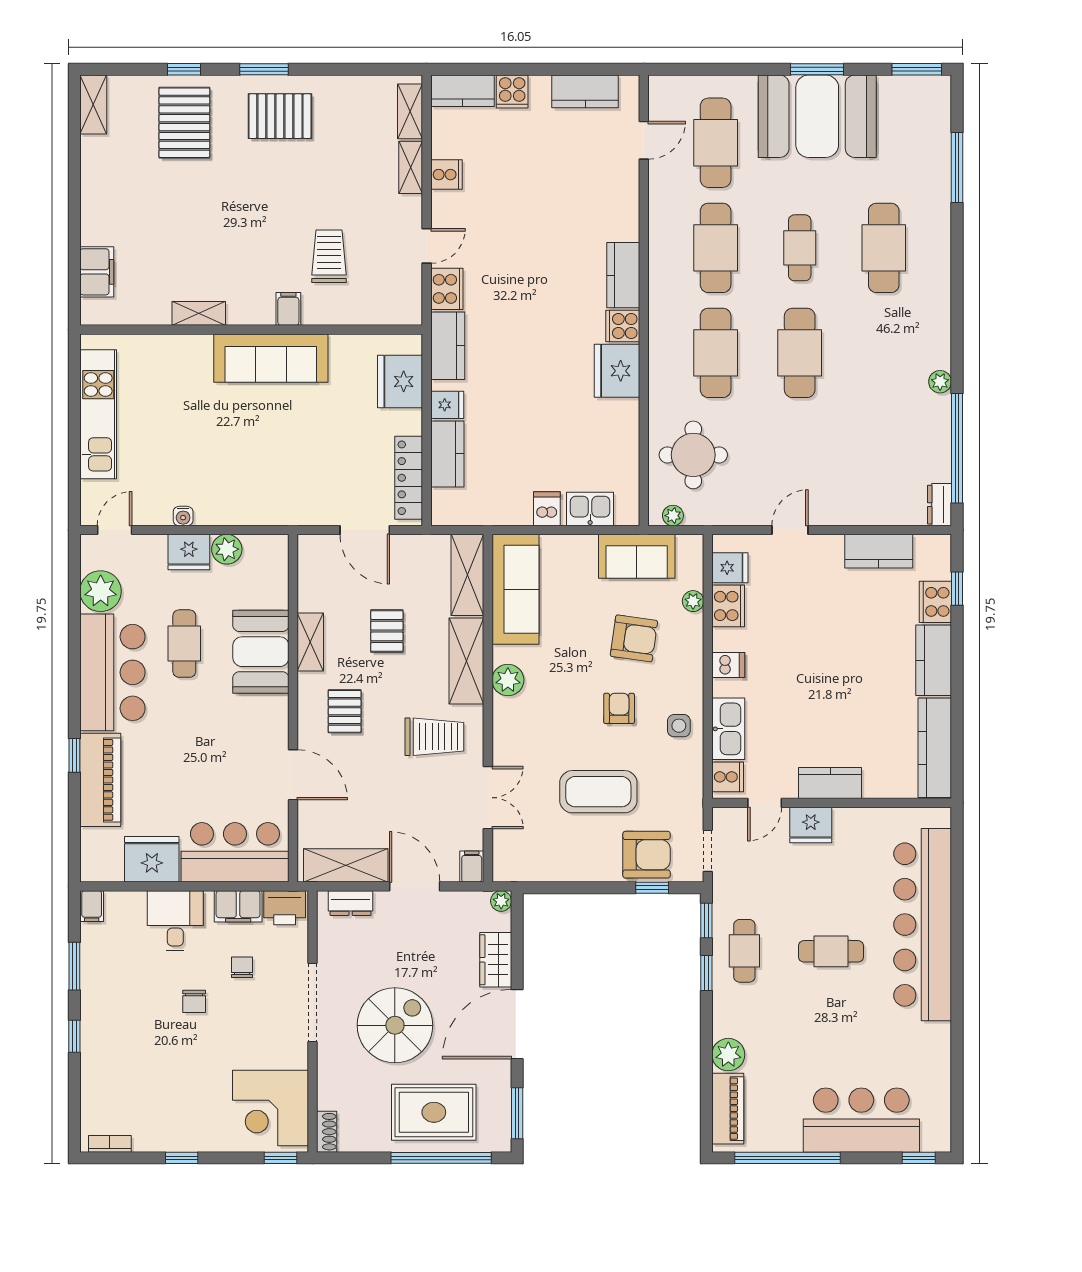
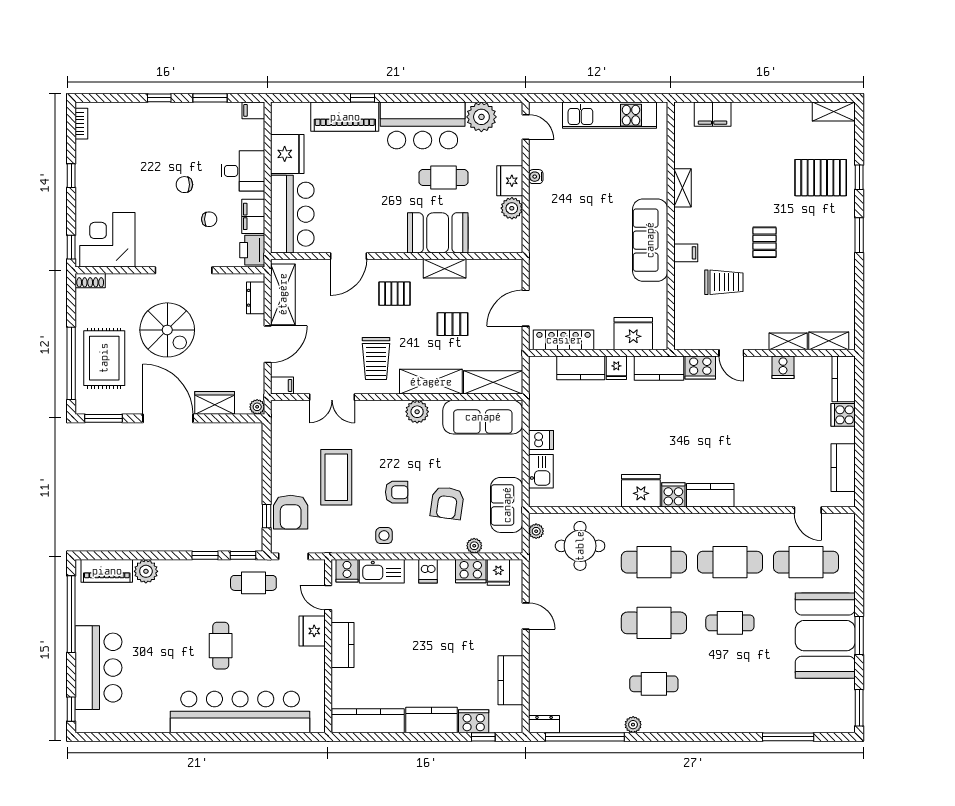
pallet: (280, 116) -> (765, 242), moved, width x0.67, depth x0.71
cafe table: (884, 248) -> (654, 684), moved, width x0.73, depth x0.74
cafe table: (744, 951) -> (253, 583), moved

